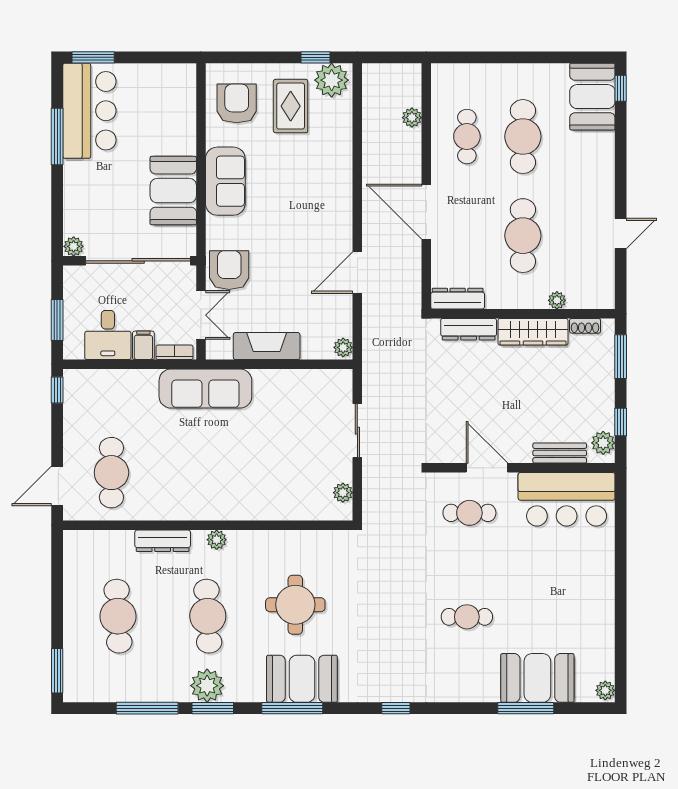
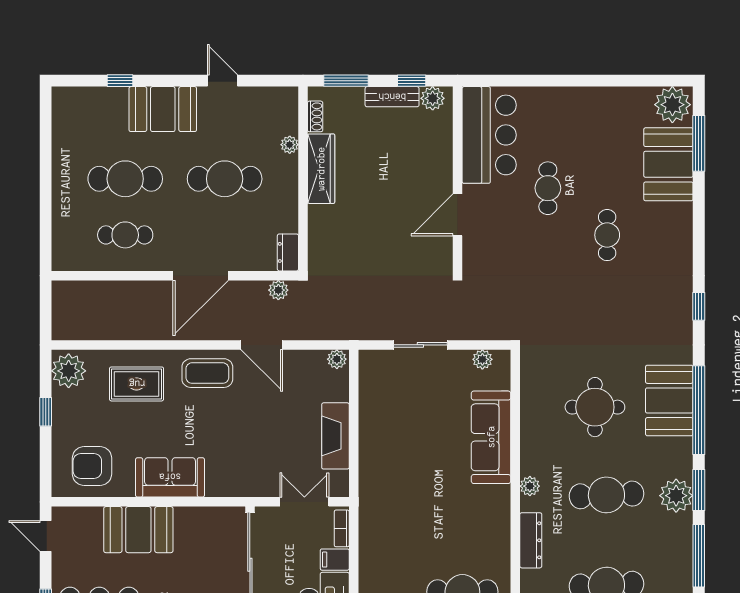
door: (167, 57) -> (46, 536), added
window: (315, 57) -> (46, 412), moved
window: (621, 88) -> (120, 81), moved
booth: (592, 97) -> (163, 109), moved
rug: (291, 106) -> (137, 384), moved
plant: (412, 118) -> (278, 290), moved
booth: (173, 191) -> (138, 530), moved
coffee table: (329, 218) -> (207, 373), added
armchair: (229, 270) -> (259, 473), removed
dresser: (458, 299) -> (288, 252), width x0.70
dresser: (469, 329) -> (319, 233), removed
sofa: (205, 389) -> (491, 437), moved, turned 180
bench: (560, 453) -> (392, 97), moved, turned 90
cafe table: (469, 513) -> (548, 188), moved
plant: (605, 690) -> (672, 105), width x1.87, depth x1.87
window: (292, 708) -> (699, 410), width x1.46
window: (526, 708) -> (699, 143), moved

